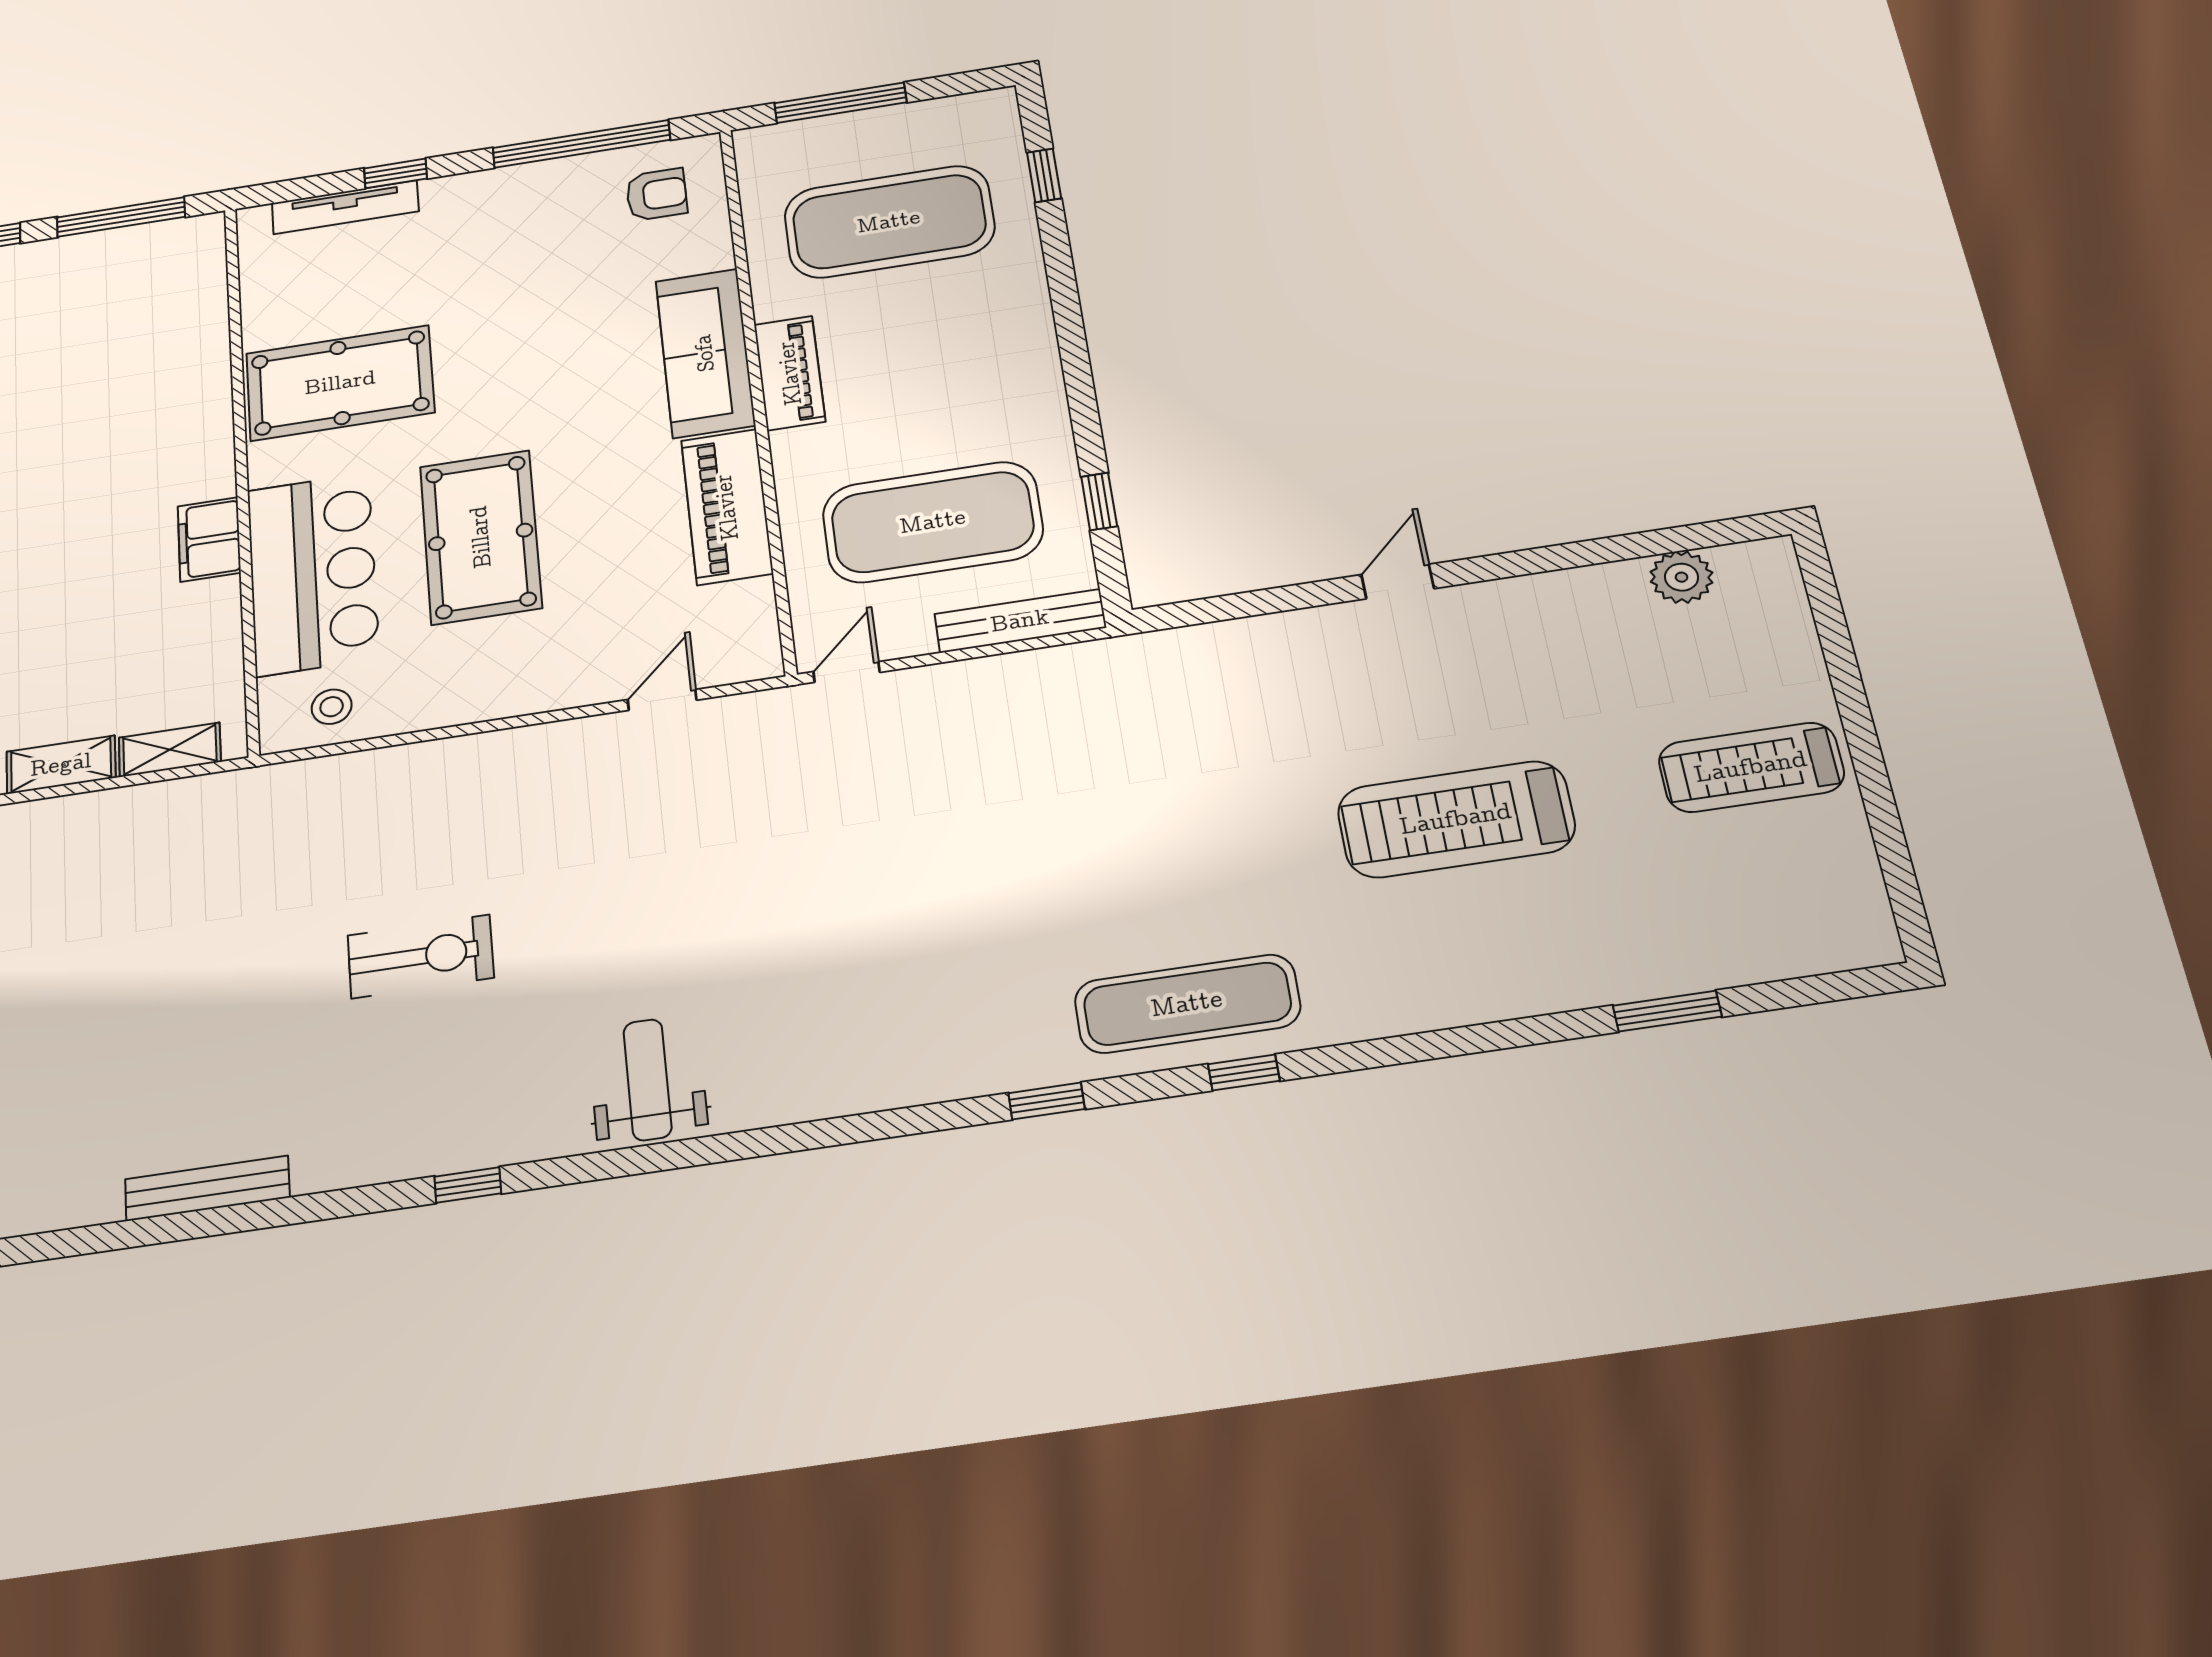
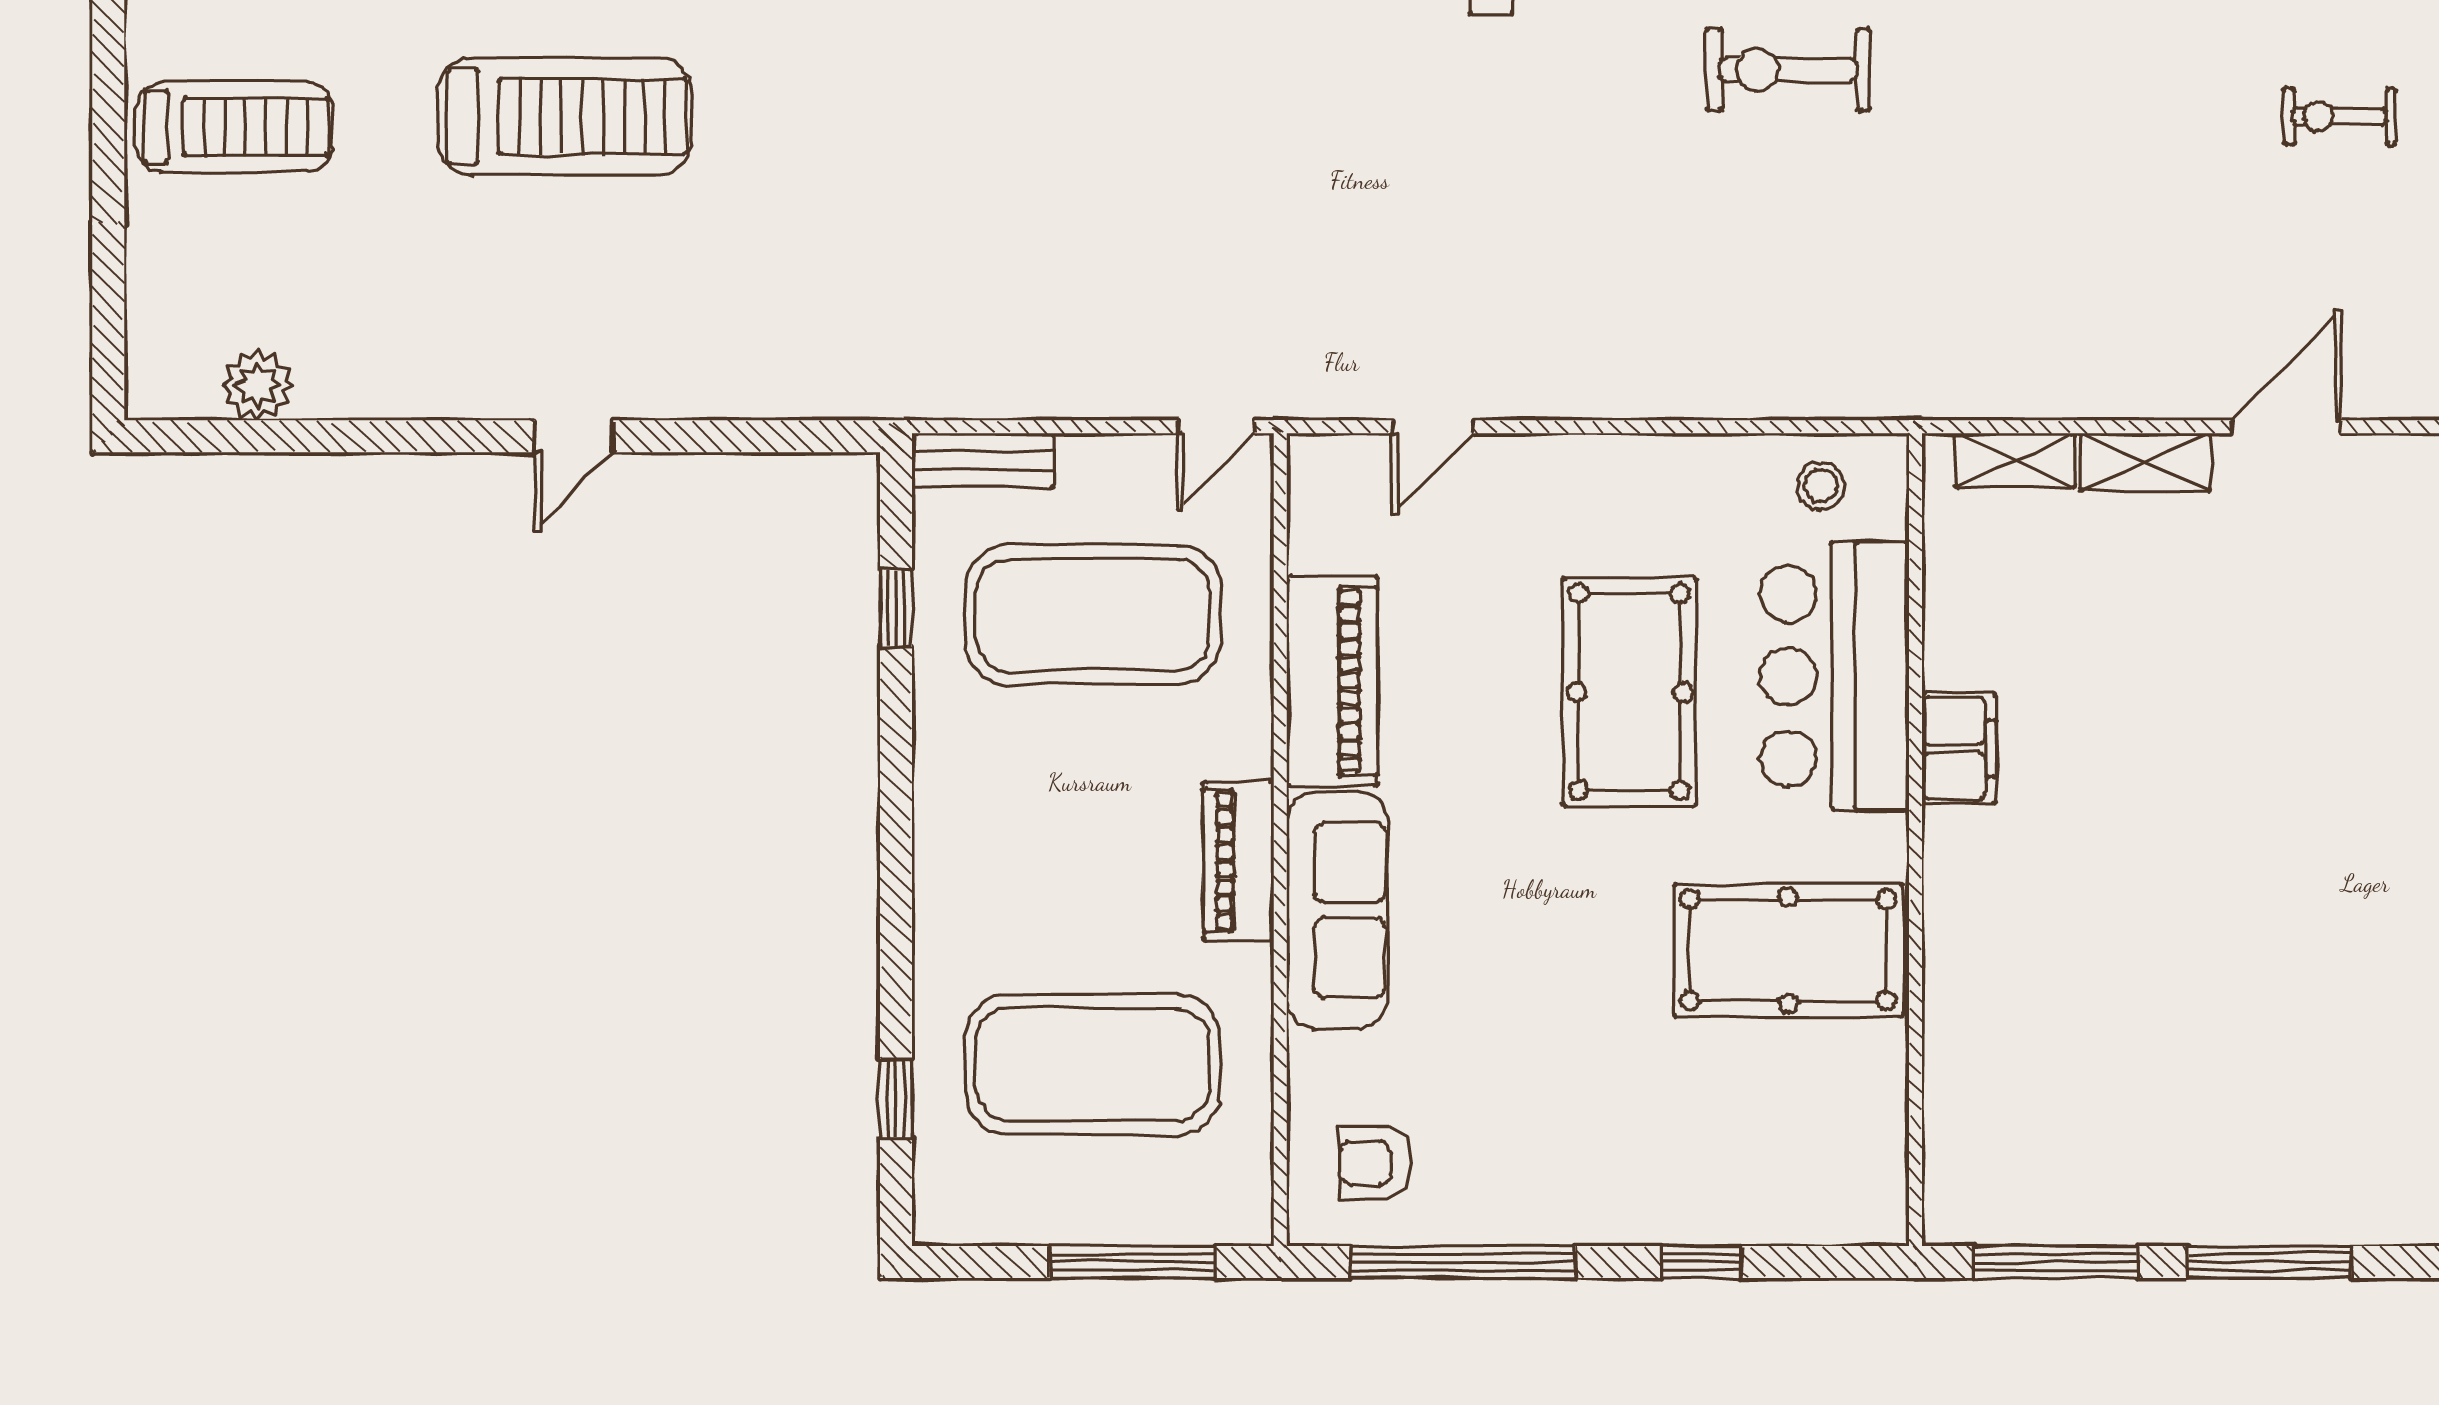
tv unit: (345, 207) -> (1768, 1221), removed
bench: (1020, 621) -> (983, 460), width x0.73
exercise bike: (421, 957) -> (1788, 70), moved

